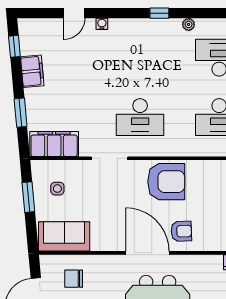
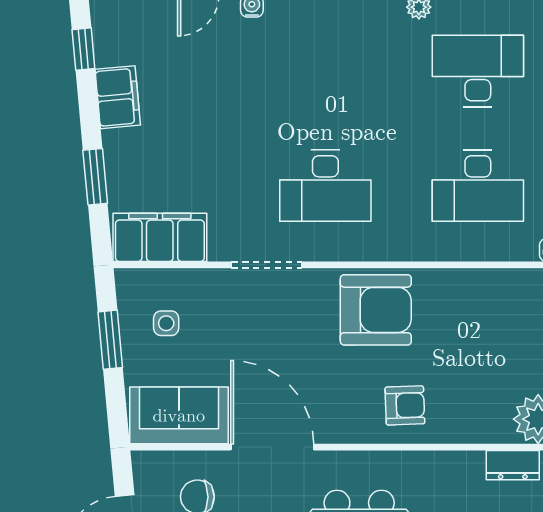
door: (147, 253) -> (272, 447), moved

